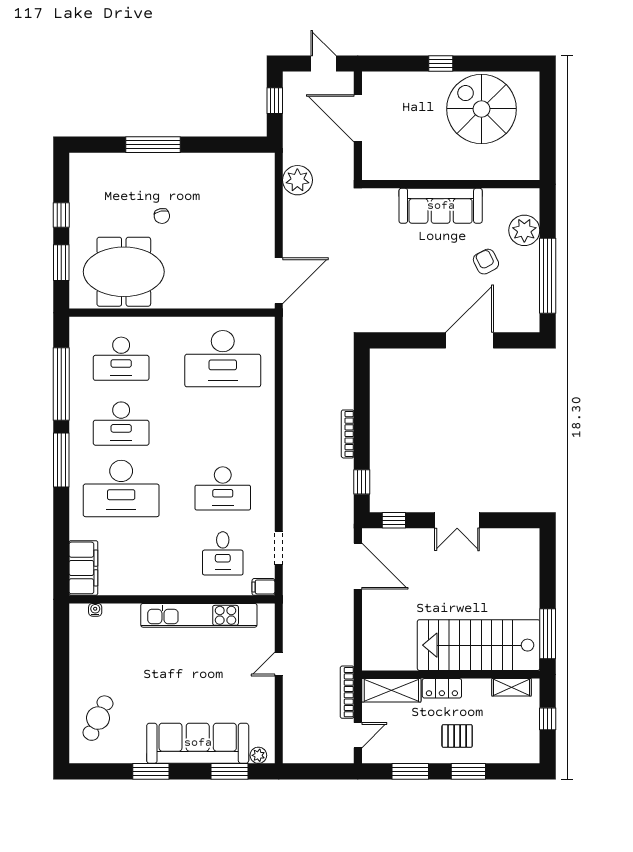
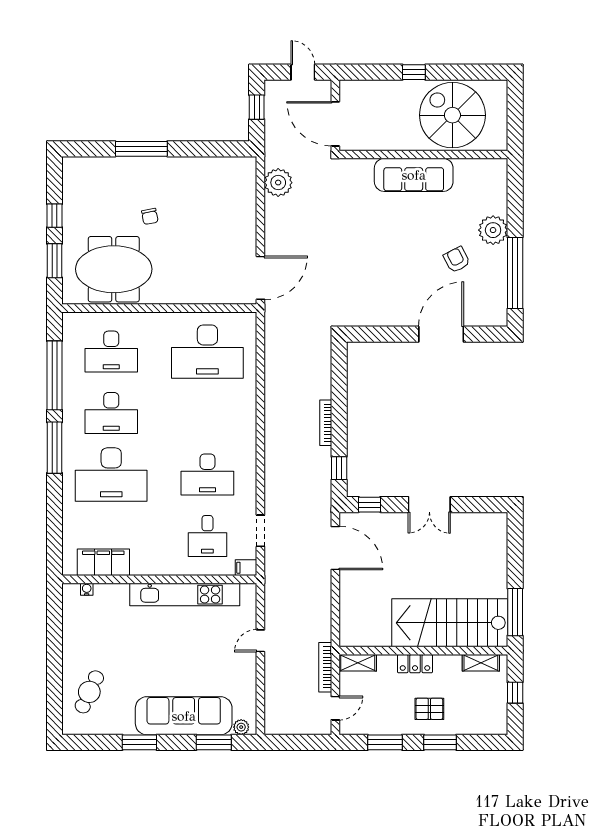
wall: (451, 184) -> (423, 154), moved
sofa: (441, 206) -> (414, 175), moved
filing cabinet: (83, 568) -> (103, 562), moved, turned -90
shelving: (391, 690) -> (358, 663), width x0.67, depth x0.75

